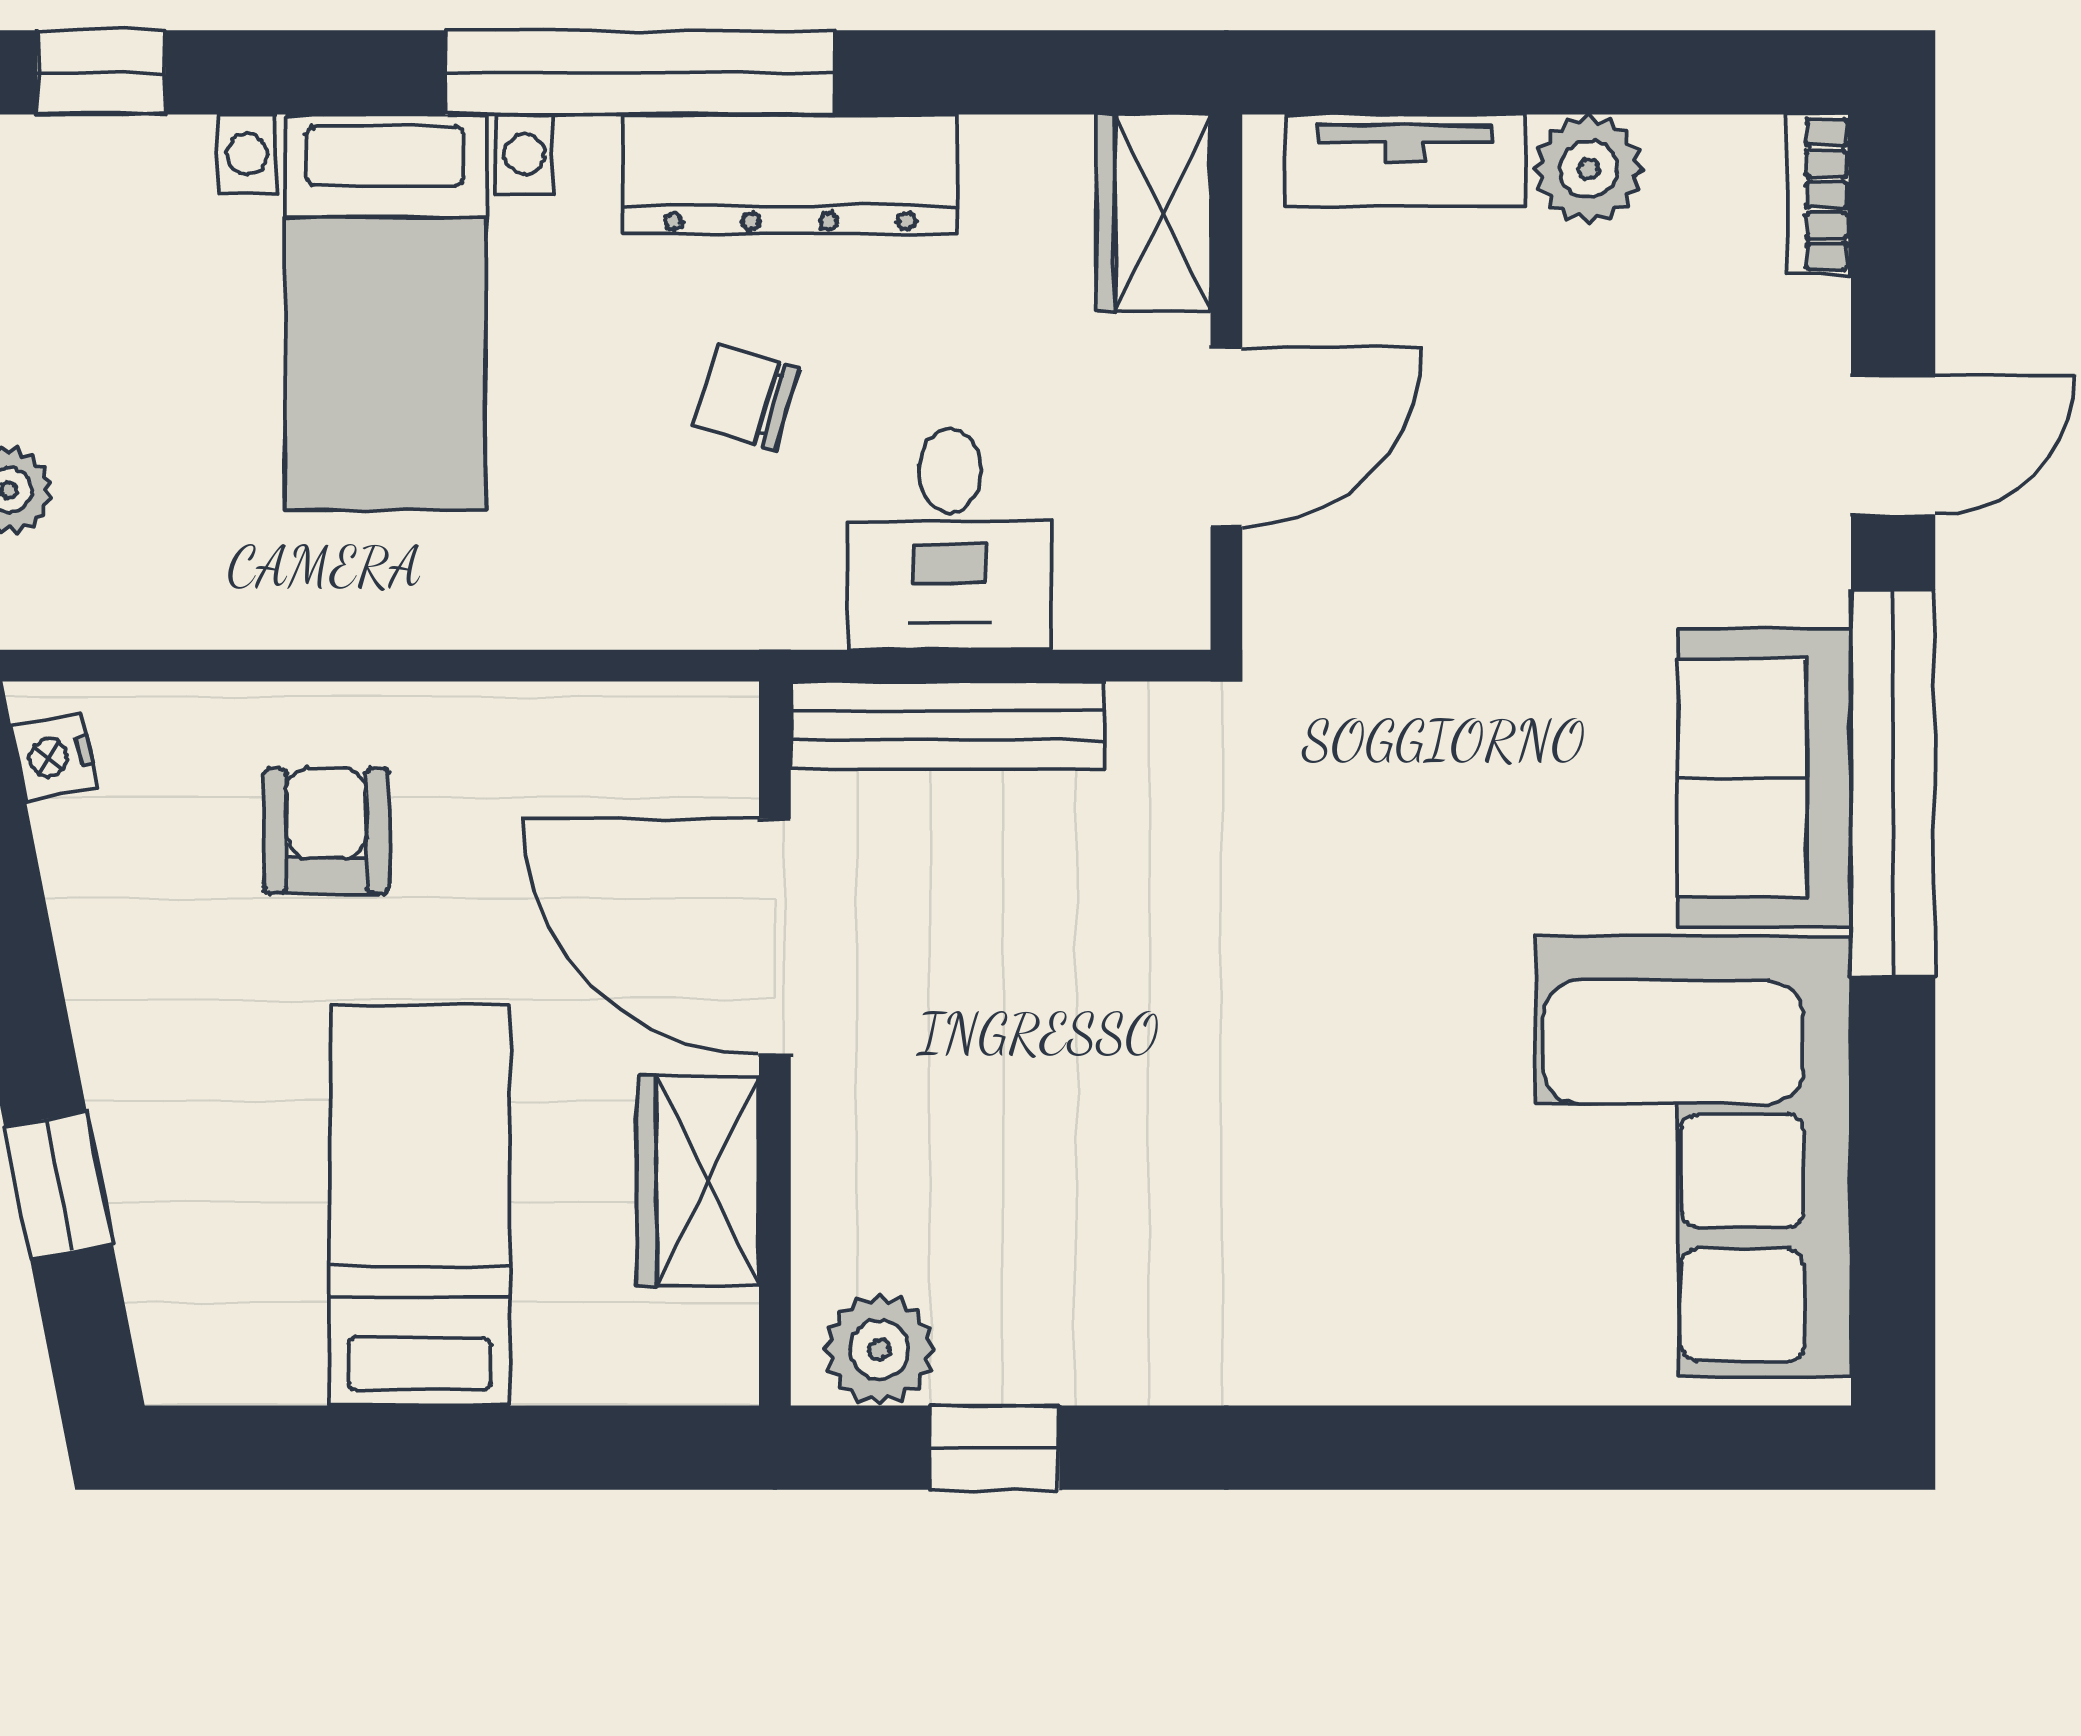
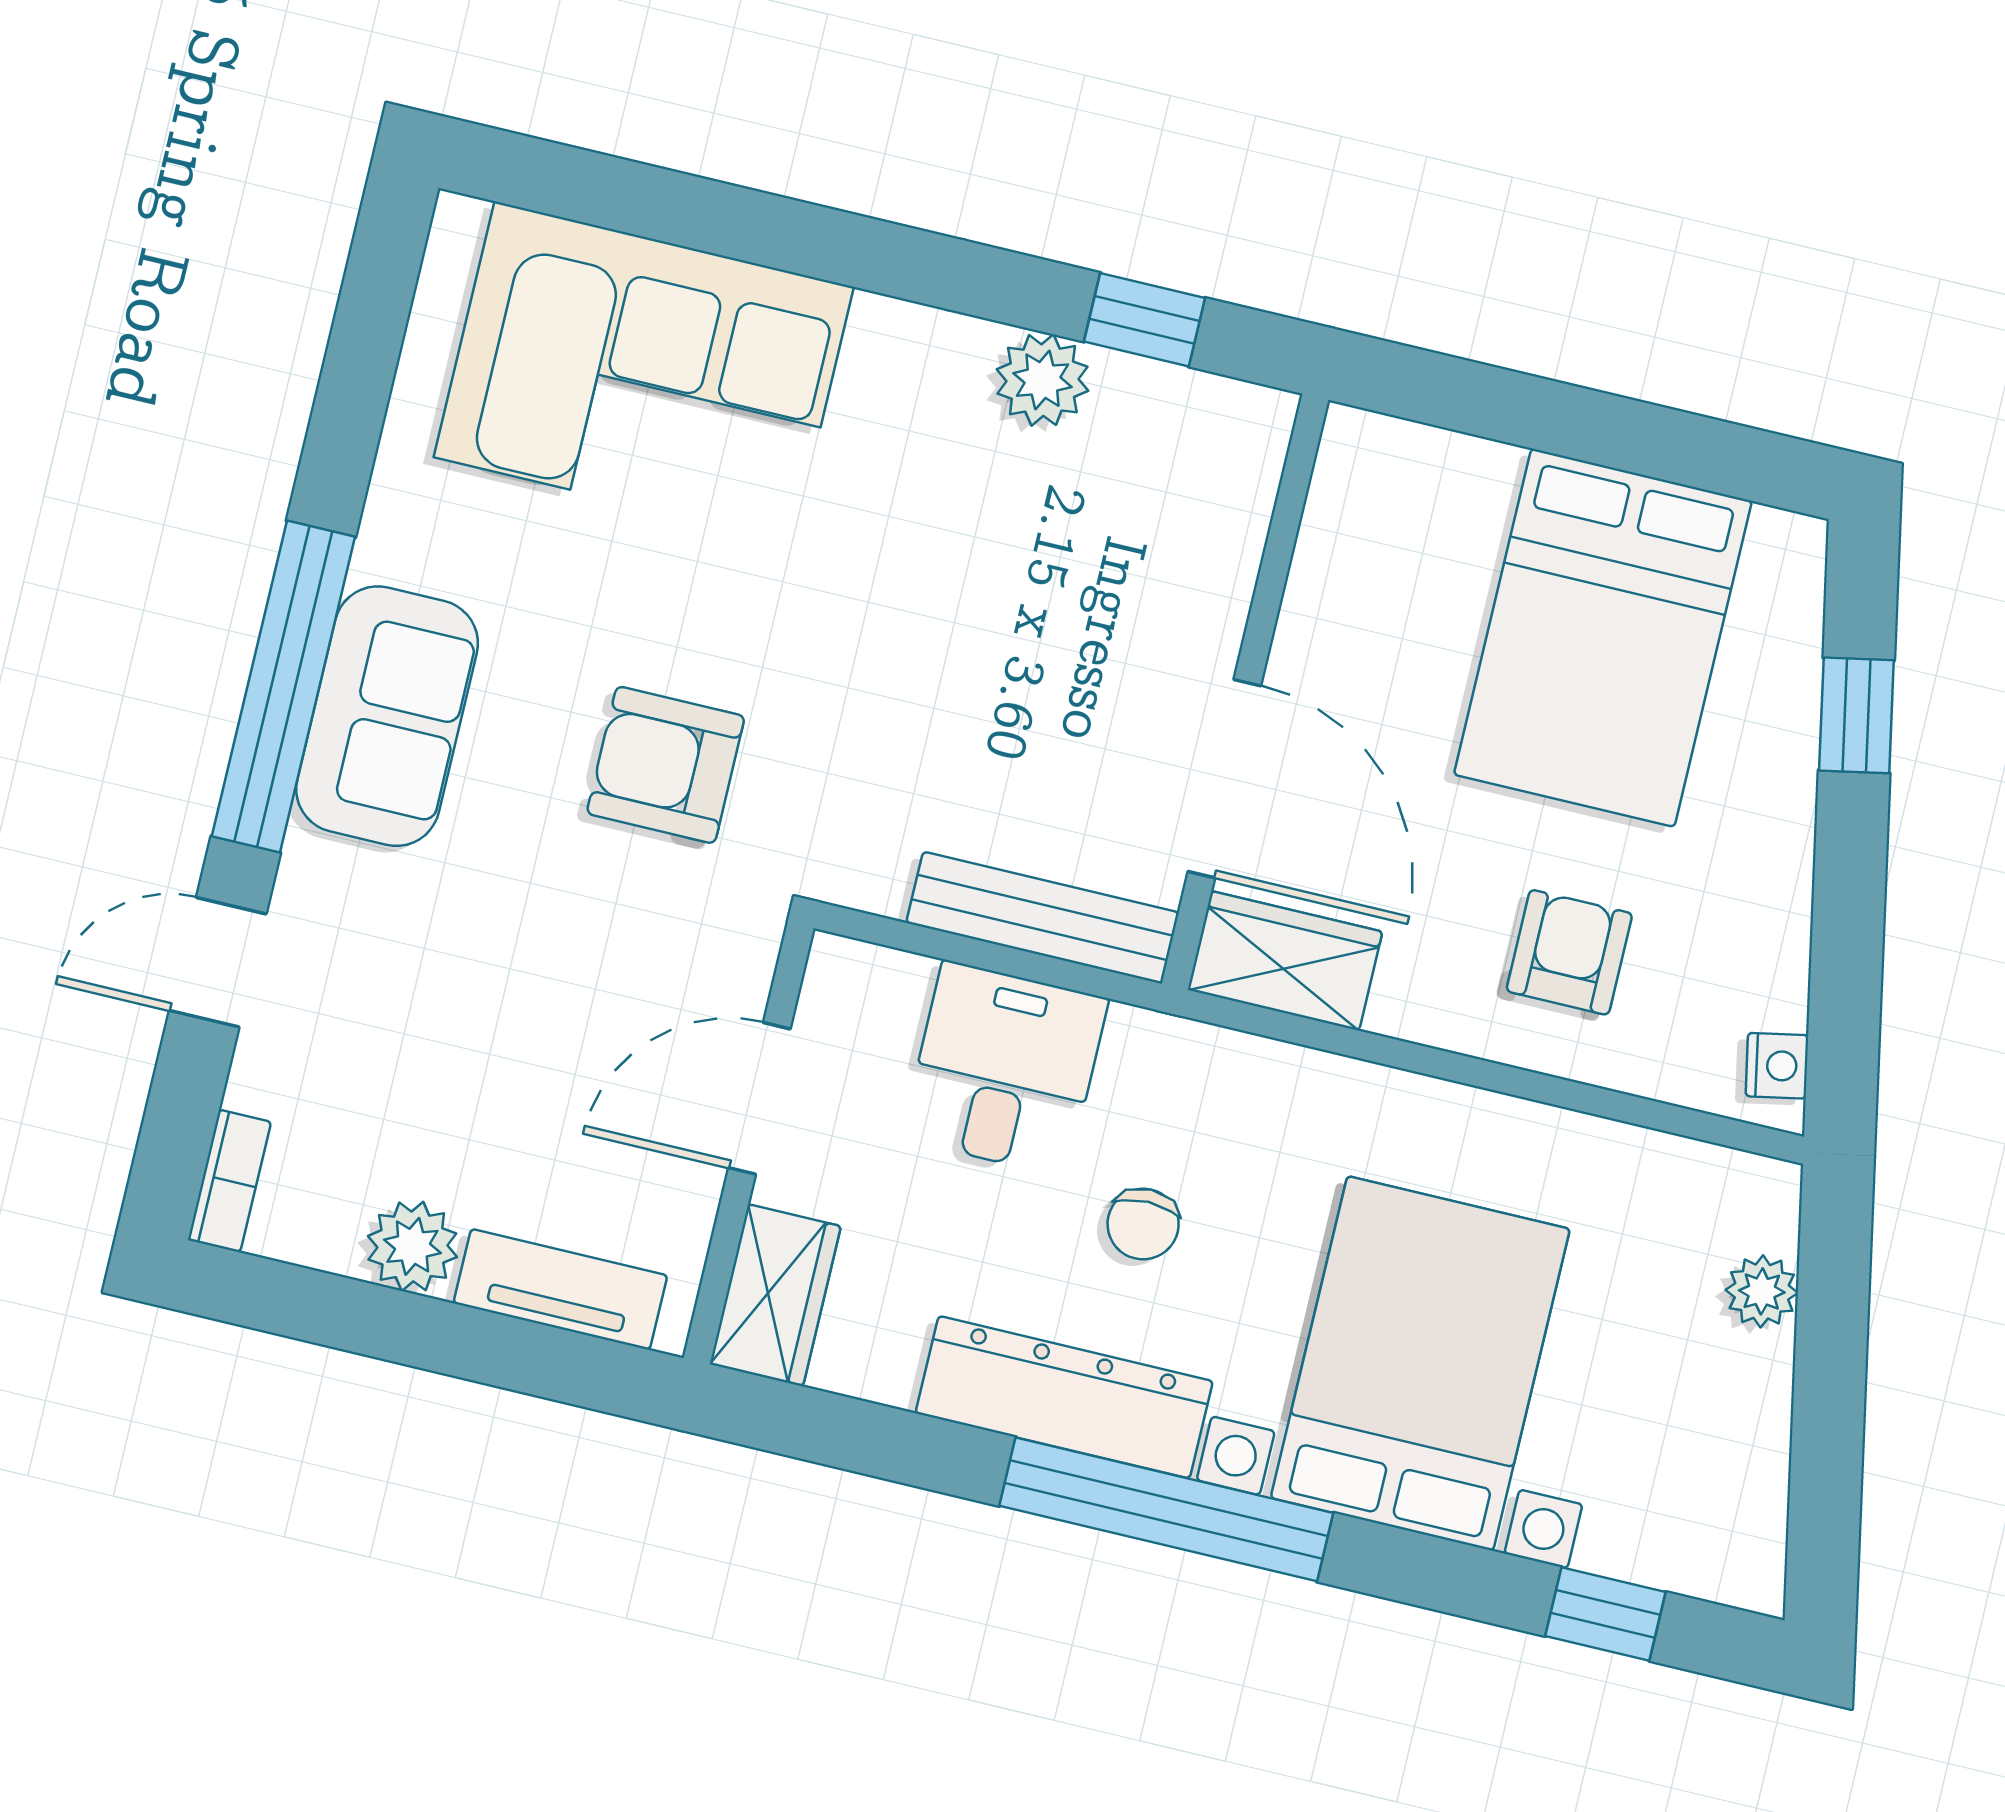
bed with nightstands: (386, 312) -> (1420, 1363), width x1.36
chair: (746, 397) -> (1143, 1224), turned 73
armchair: (1427, 798) -> (666, 765), added
armchair: (326, 831) -> (1569, 952), turned 180
corner sofa: (1694, 1156) -> (644, 372), moved, turned 90
wardrobe: (698, 1181) -> (1285, 961), moved, turned -90
bed: (419, 1205) -> (1603, 638), width x1.50
plant: (879, 1349) -> (1042, 380), moved

